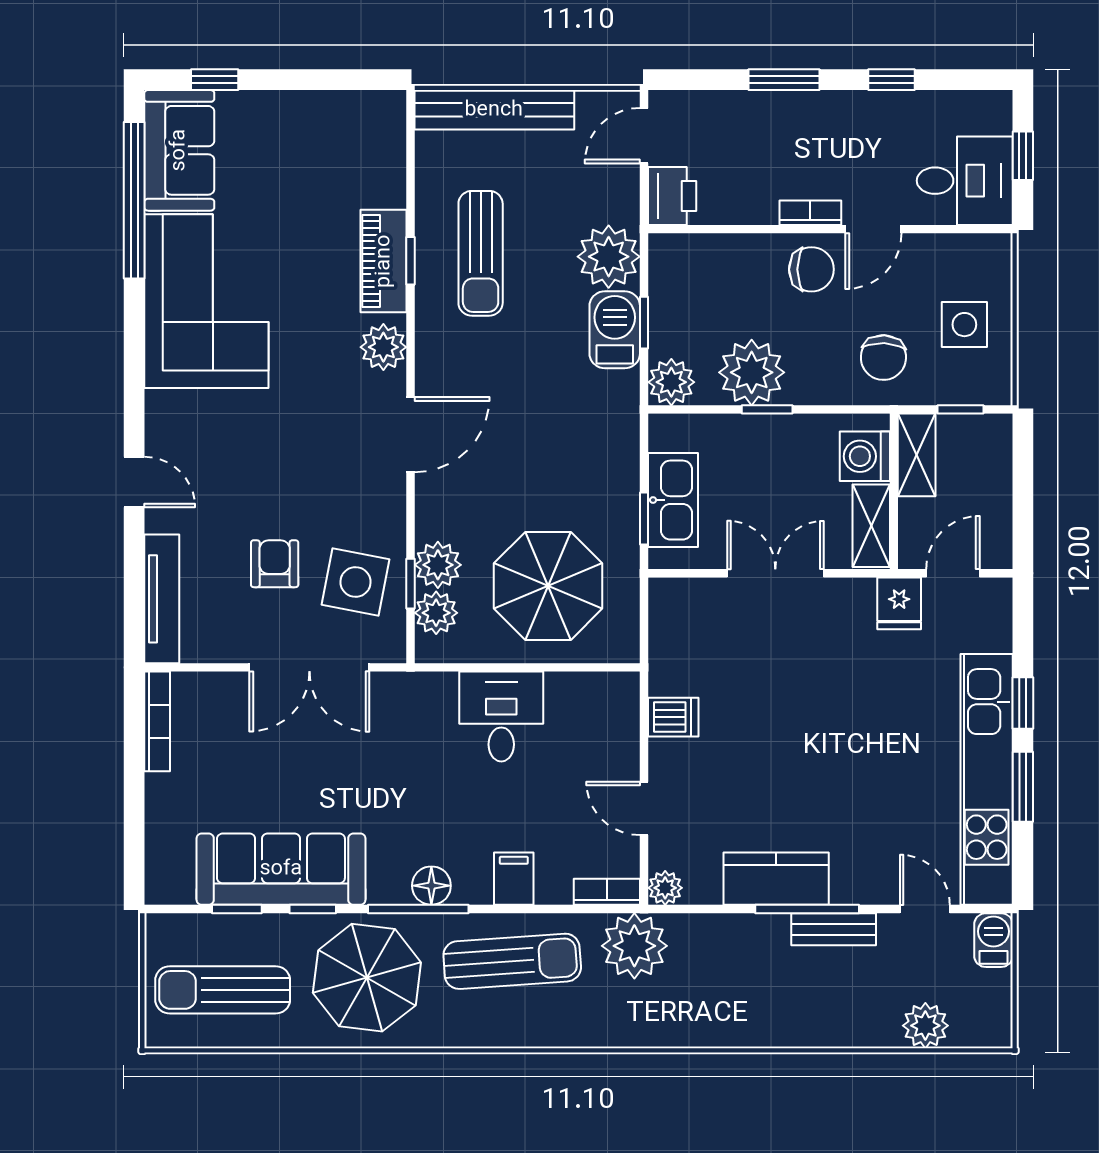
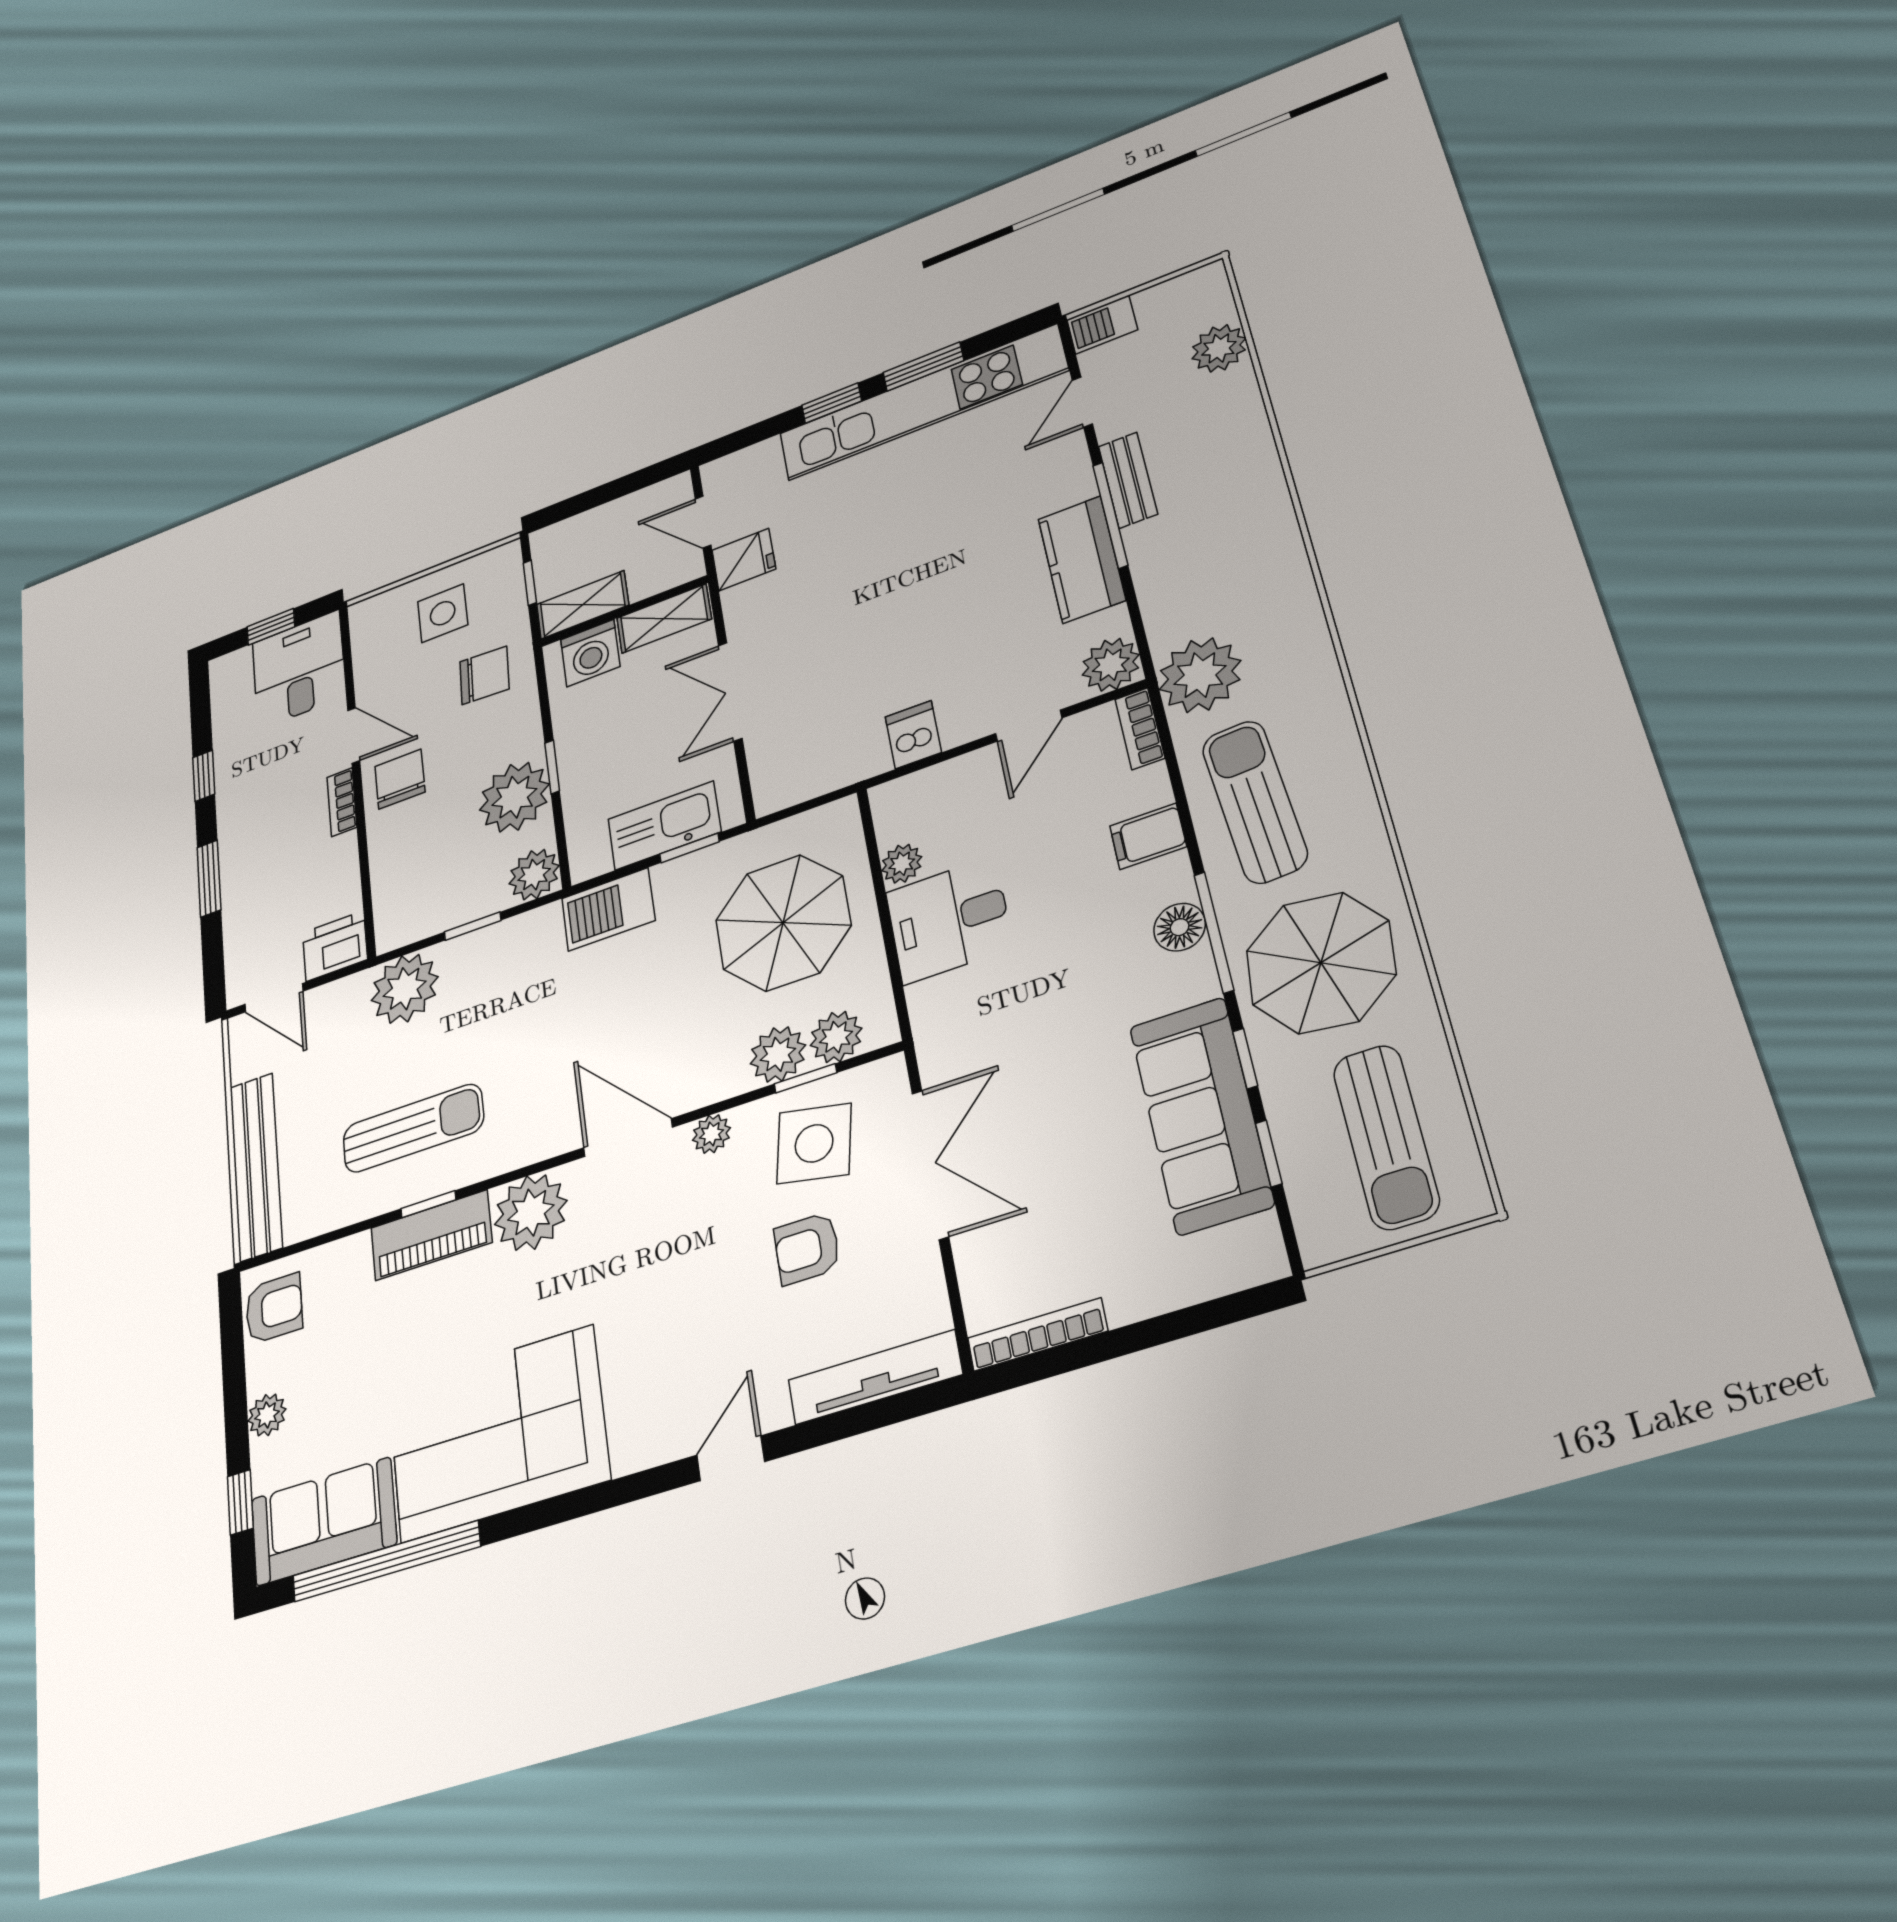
plant: (278, 107) -> (267, 1415), added
armchair: (365, 119) -> (274, 1308), added
barbecue: (615, 330) -> (608, 909), moved
plant: (383, 347) -> (531, 1213), width x1.36, depth x1.36
plant: (391, 503) -> (711, 1134), added
plant: (563, 688) -> (902, 864), added
plant: (665, 888) -> (1111, 665), width x1.38, depth x1.38

